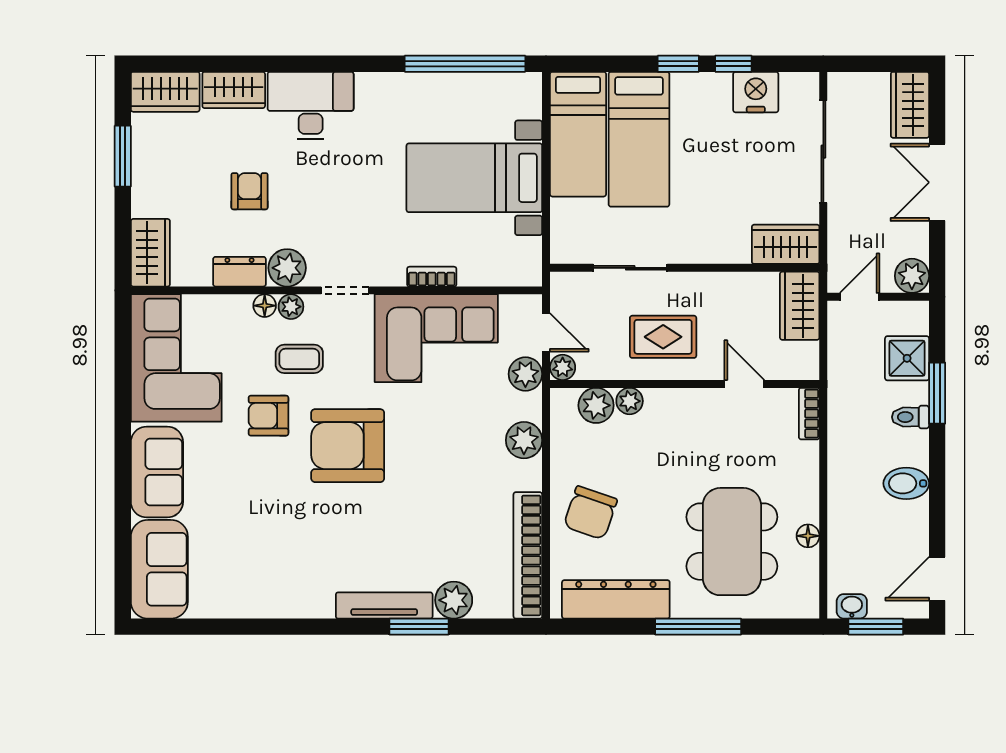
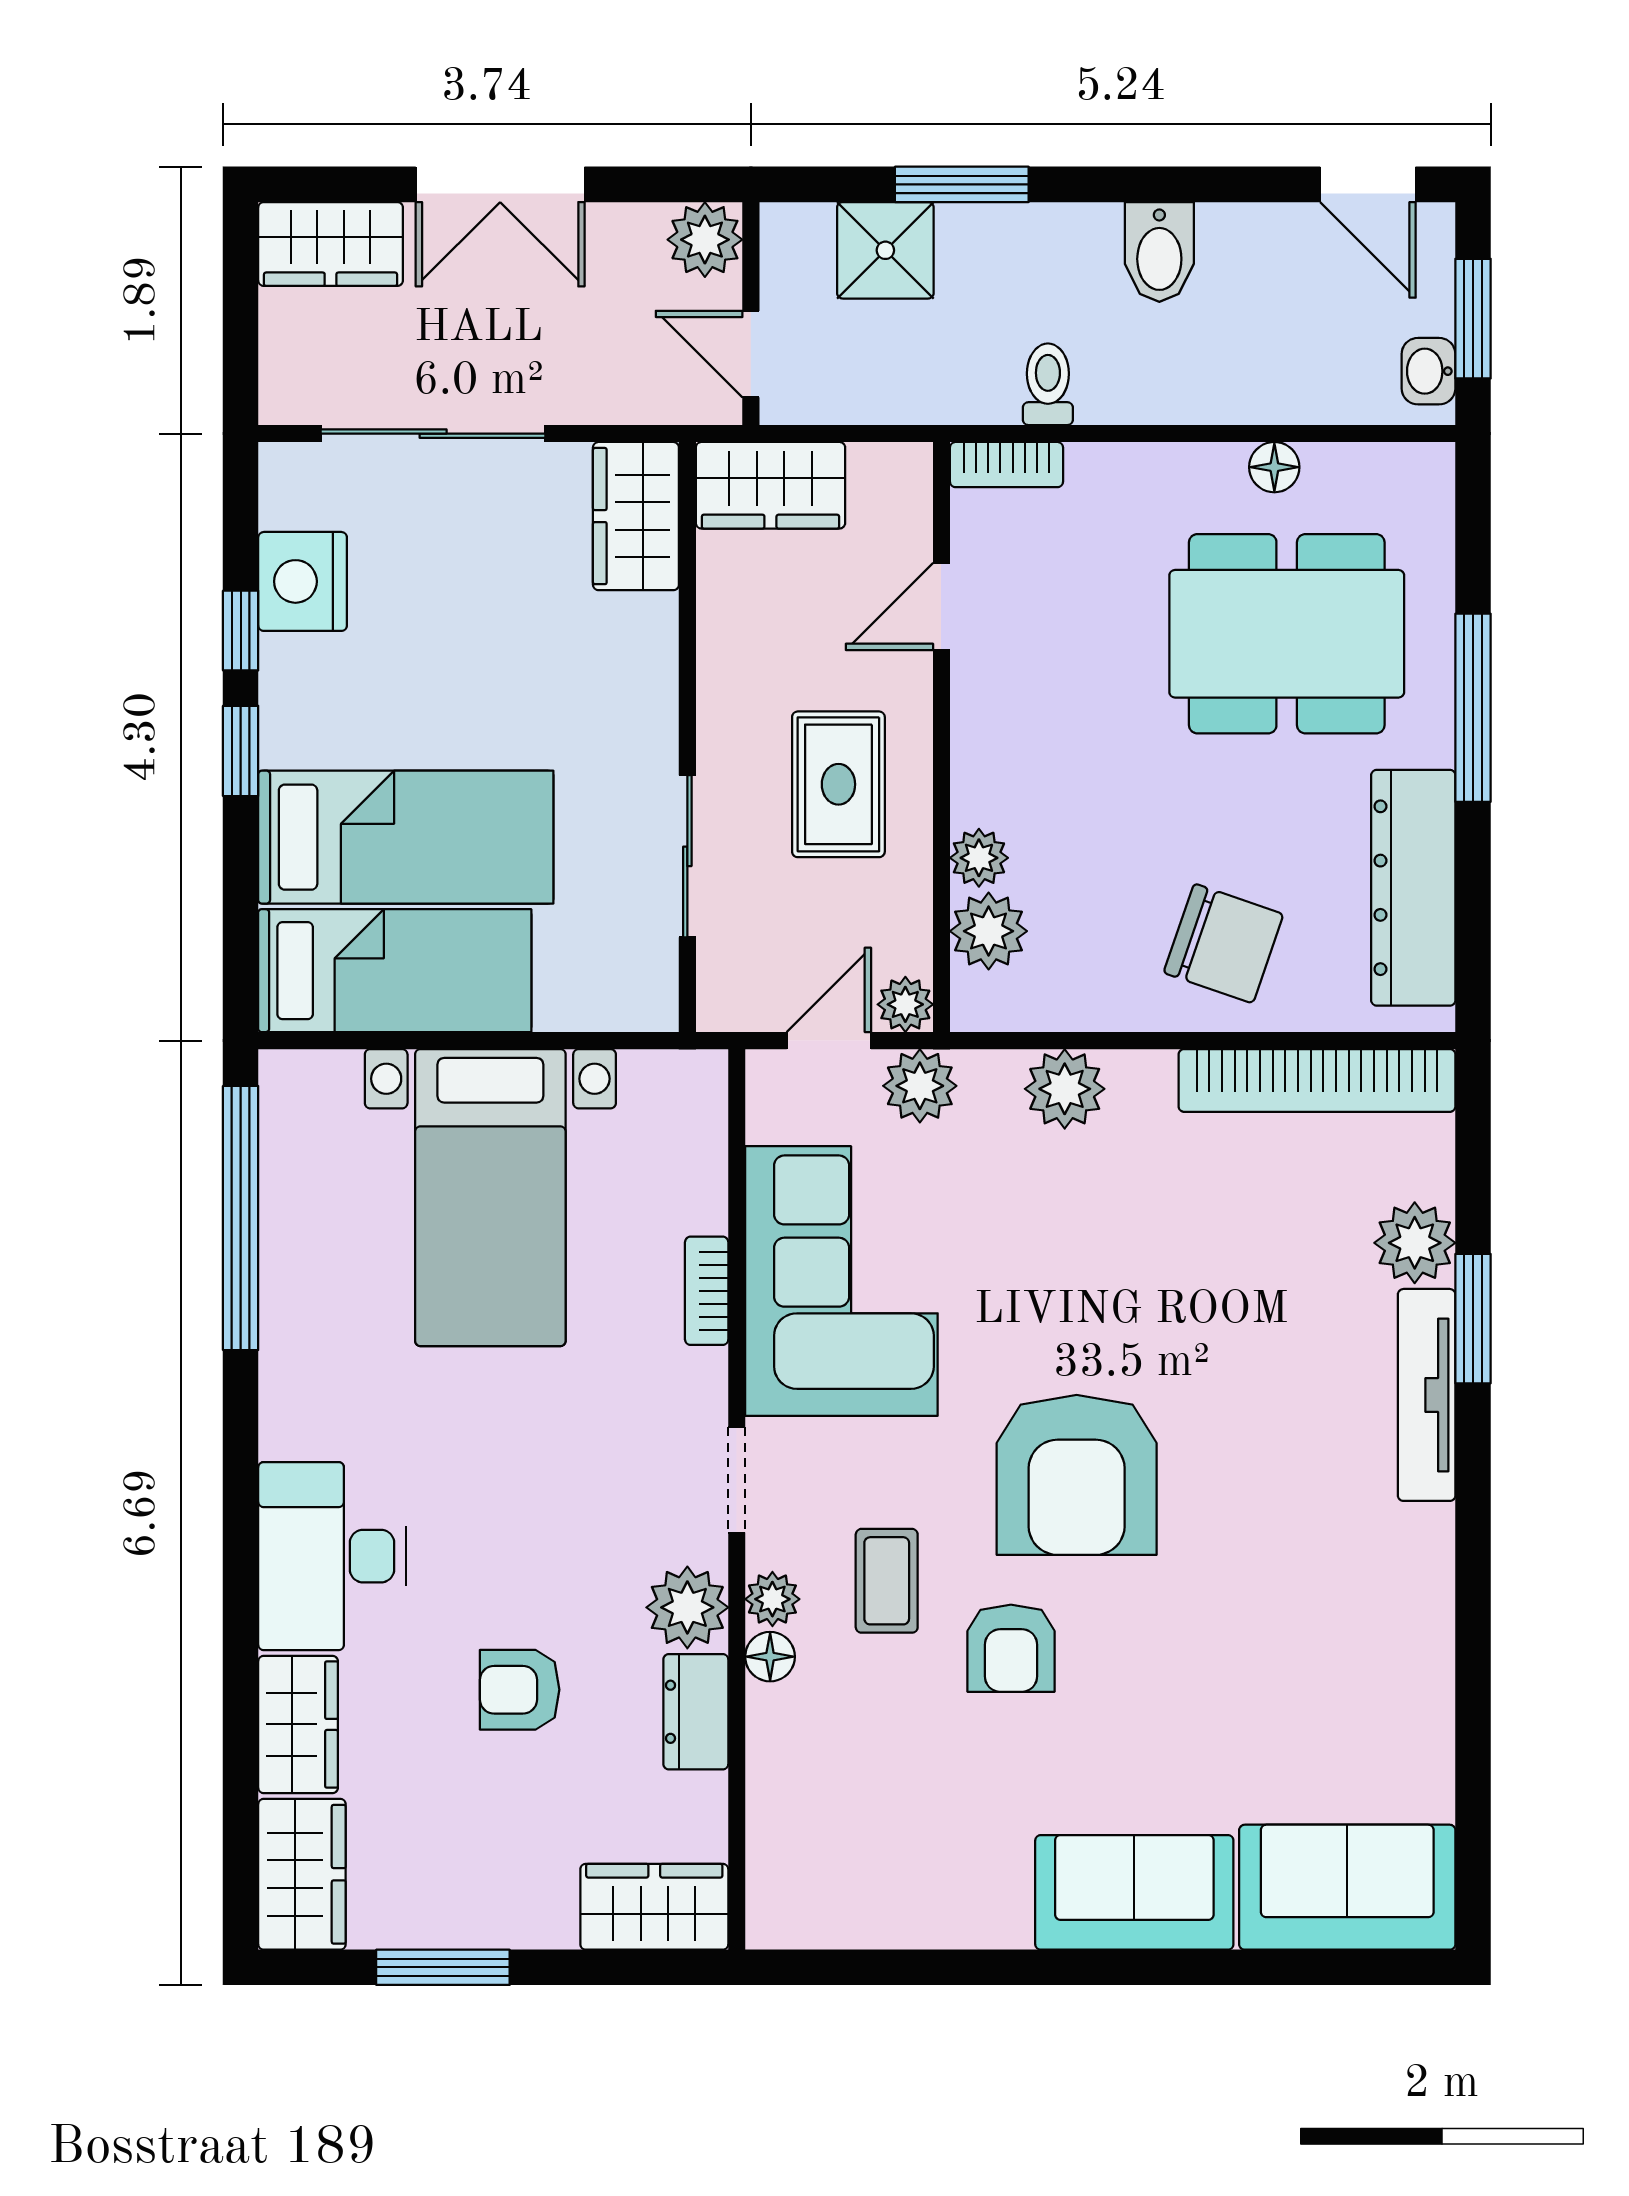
corner sofa: (176, 358) -> (885, 1850), removed
toilet: (910, 417) -> (1048, 384), moved, turned 180

